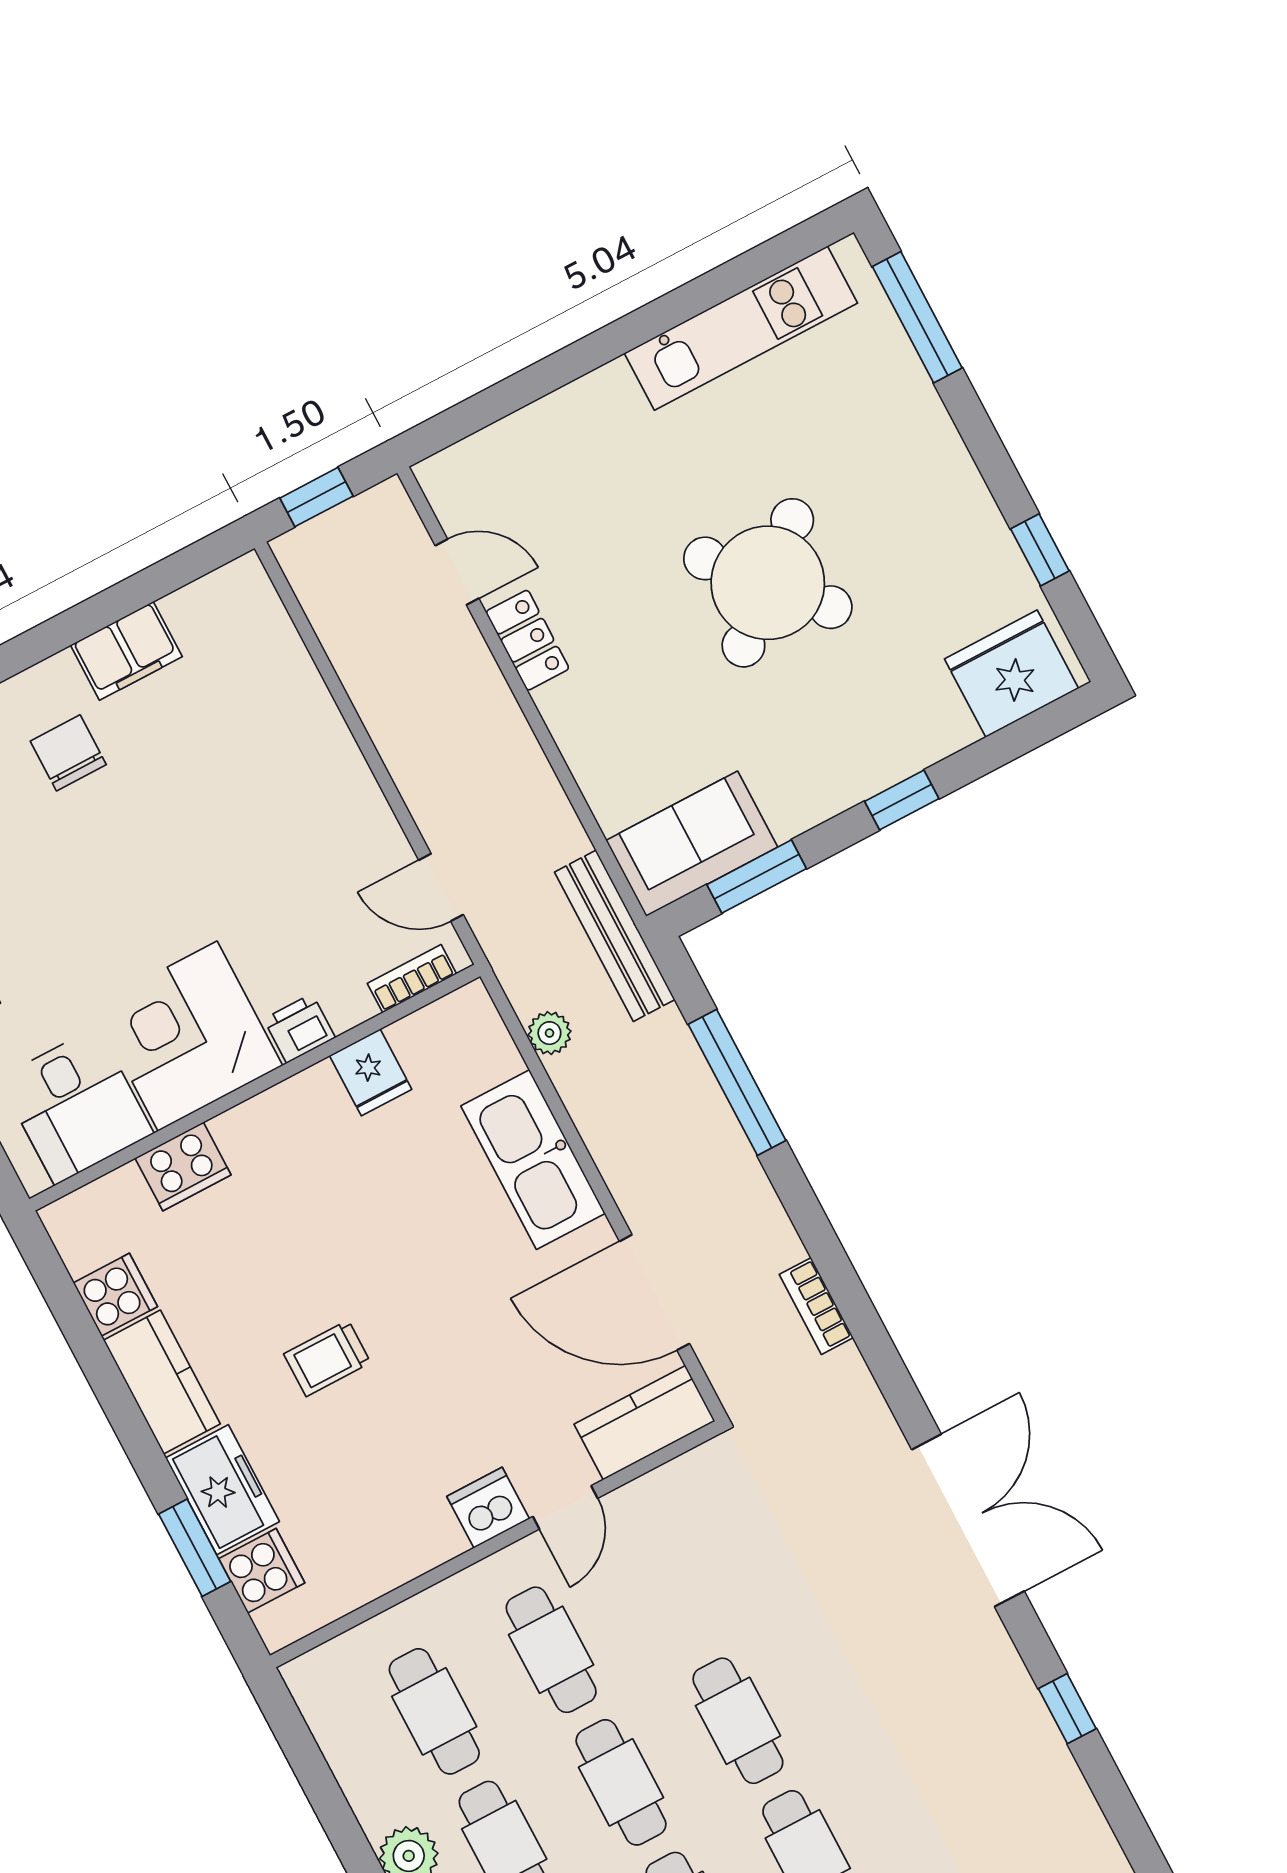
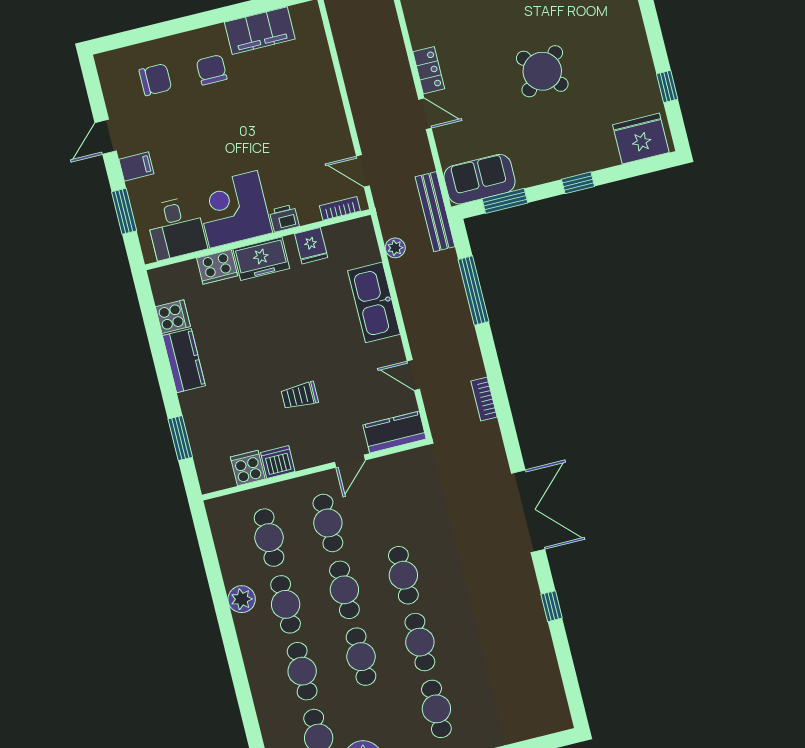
door: (457, 572) -> (425, 114), moved
round table: (768, 583) -> (542, 71), width x0.73, depth x0.73
filing cabinet: (126, 651) -> (260, 31), width x1.50, depth x1.17
door: (655, 1292) -> (413, 375), width x0.53
trolley: (327, 1358) -> (300, 396), moved
freezer: (223, 1490) -> (261, 259), moved, turned 90
dishwasher: (488, 1508) -> (278, 462), moved
cooker: (262, 1571) -> (248, 468), moved, turned -90

